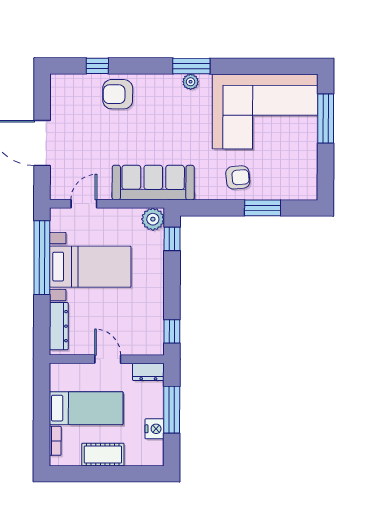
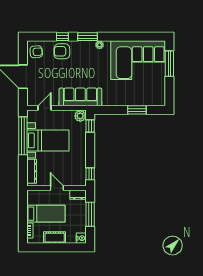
window: (97, 66) -> (62, 37), moved
window: (191, 66) -> (87, 37), moved
armchair: (238, 177) -> (36, 52), moved
nightstand: (155, 429) -> (81, 238), moved

